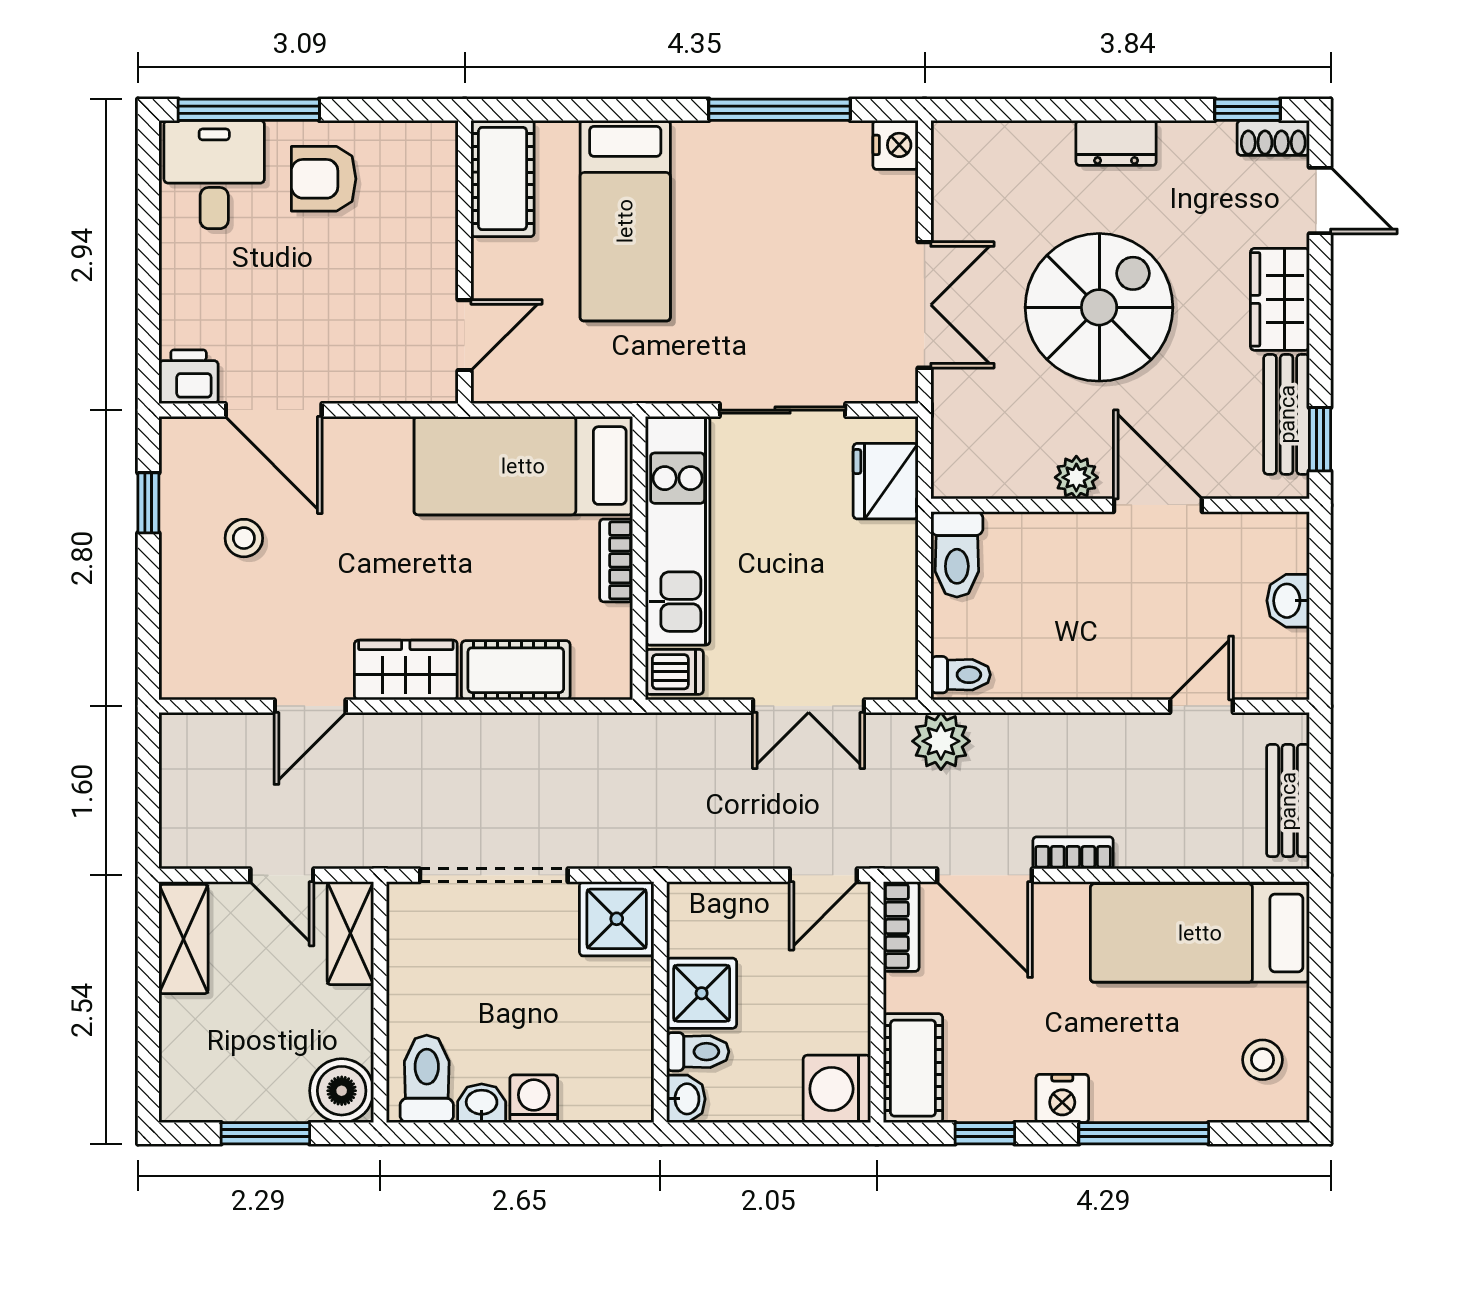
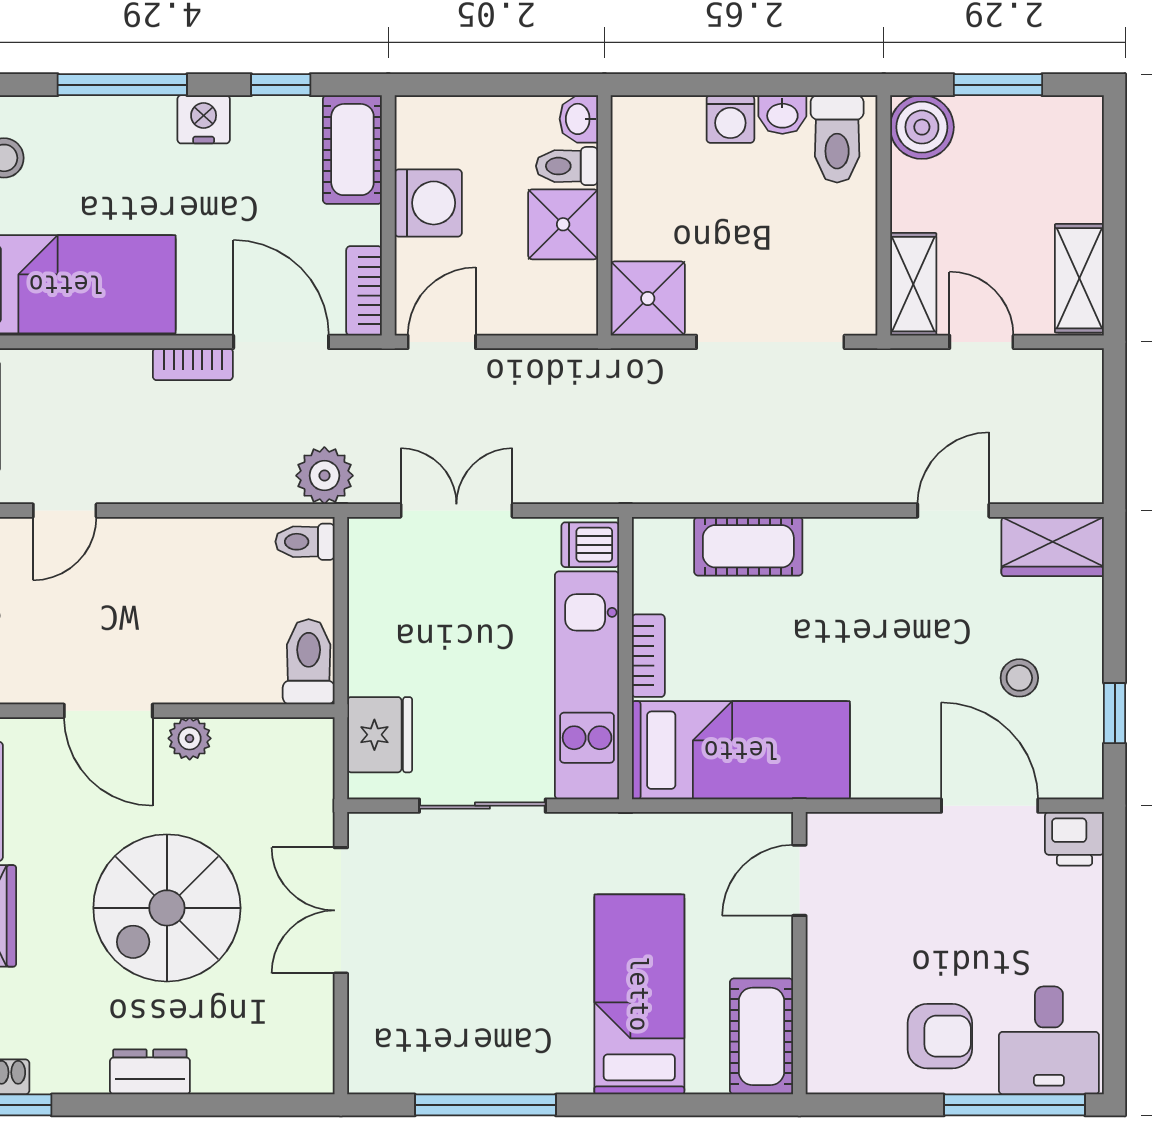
nightstand: (896, 145) -> (370, 1070), removed
wardrobe: (406, 670) -> (1053, 547), moved
washing machine: (837, 1089) -> (428, 203), moved

